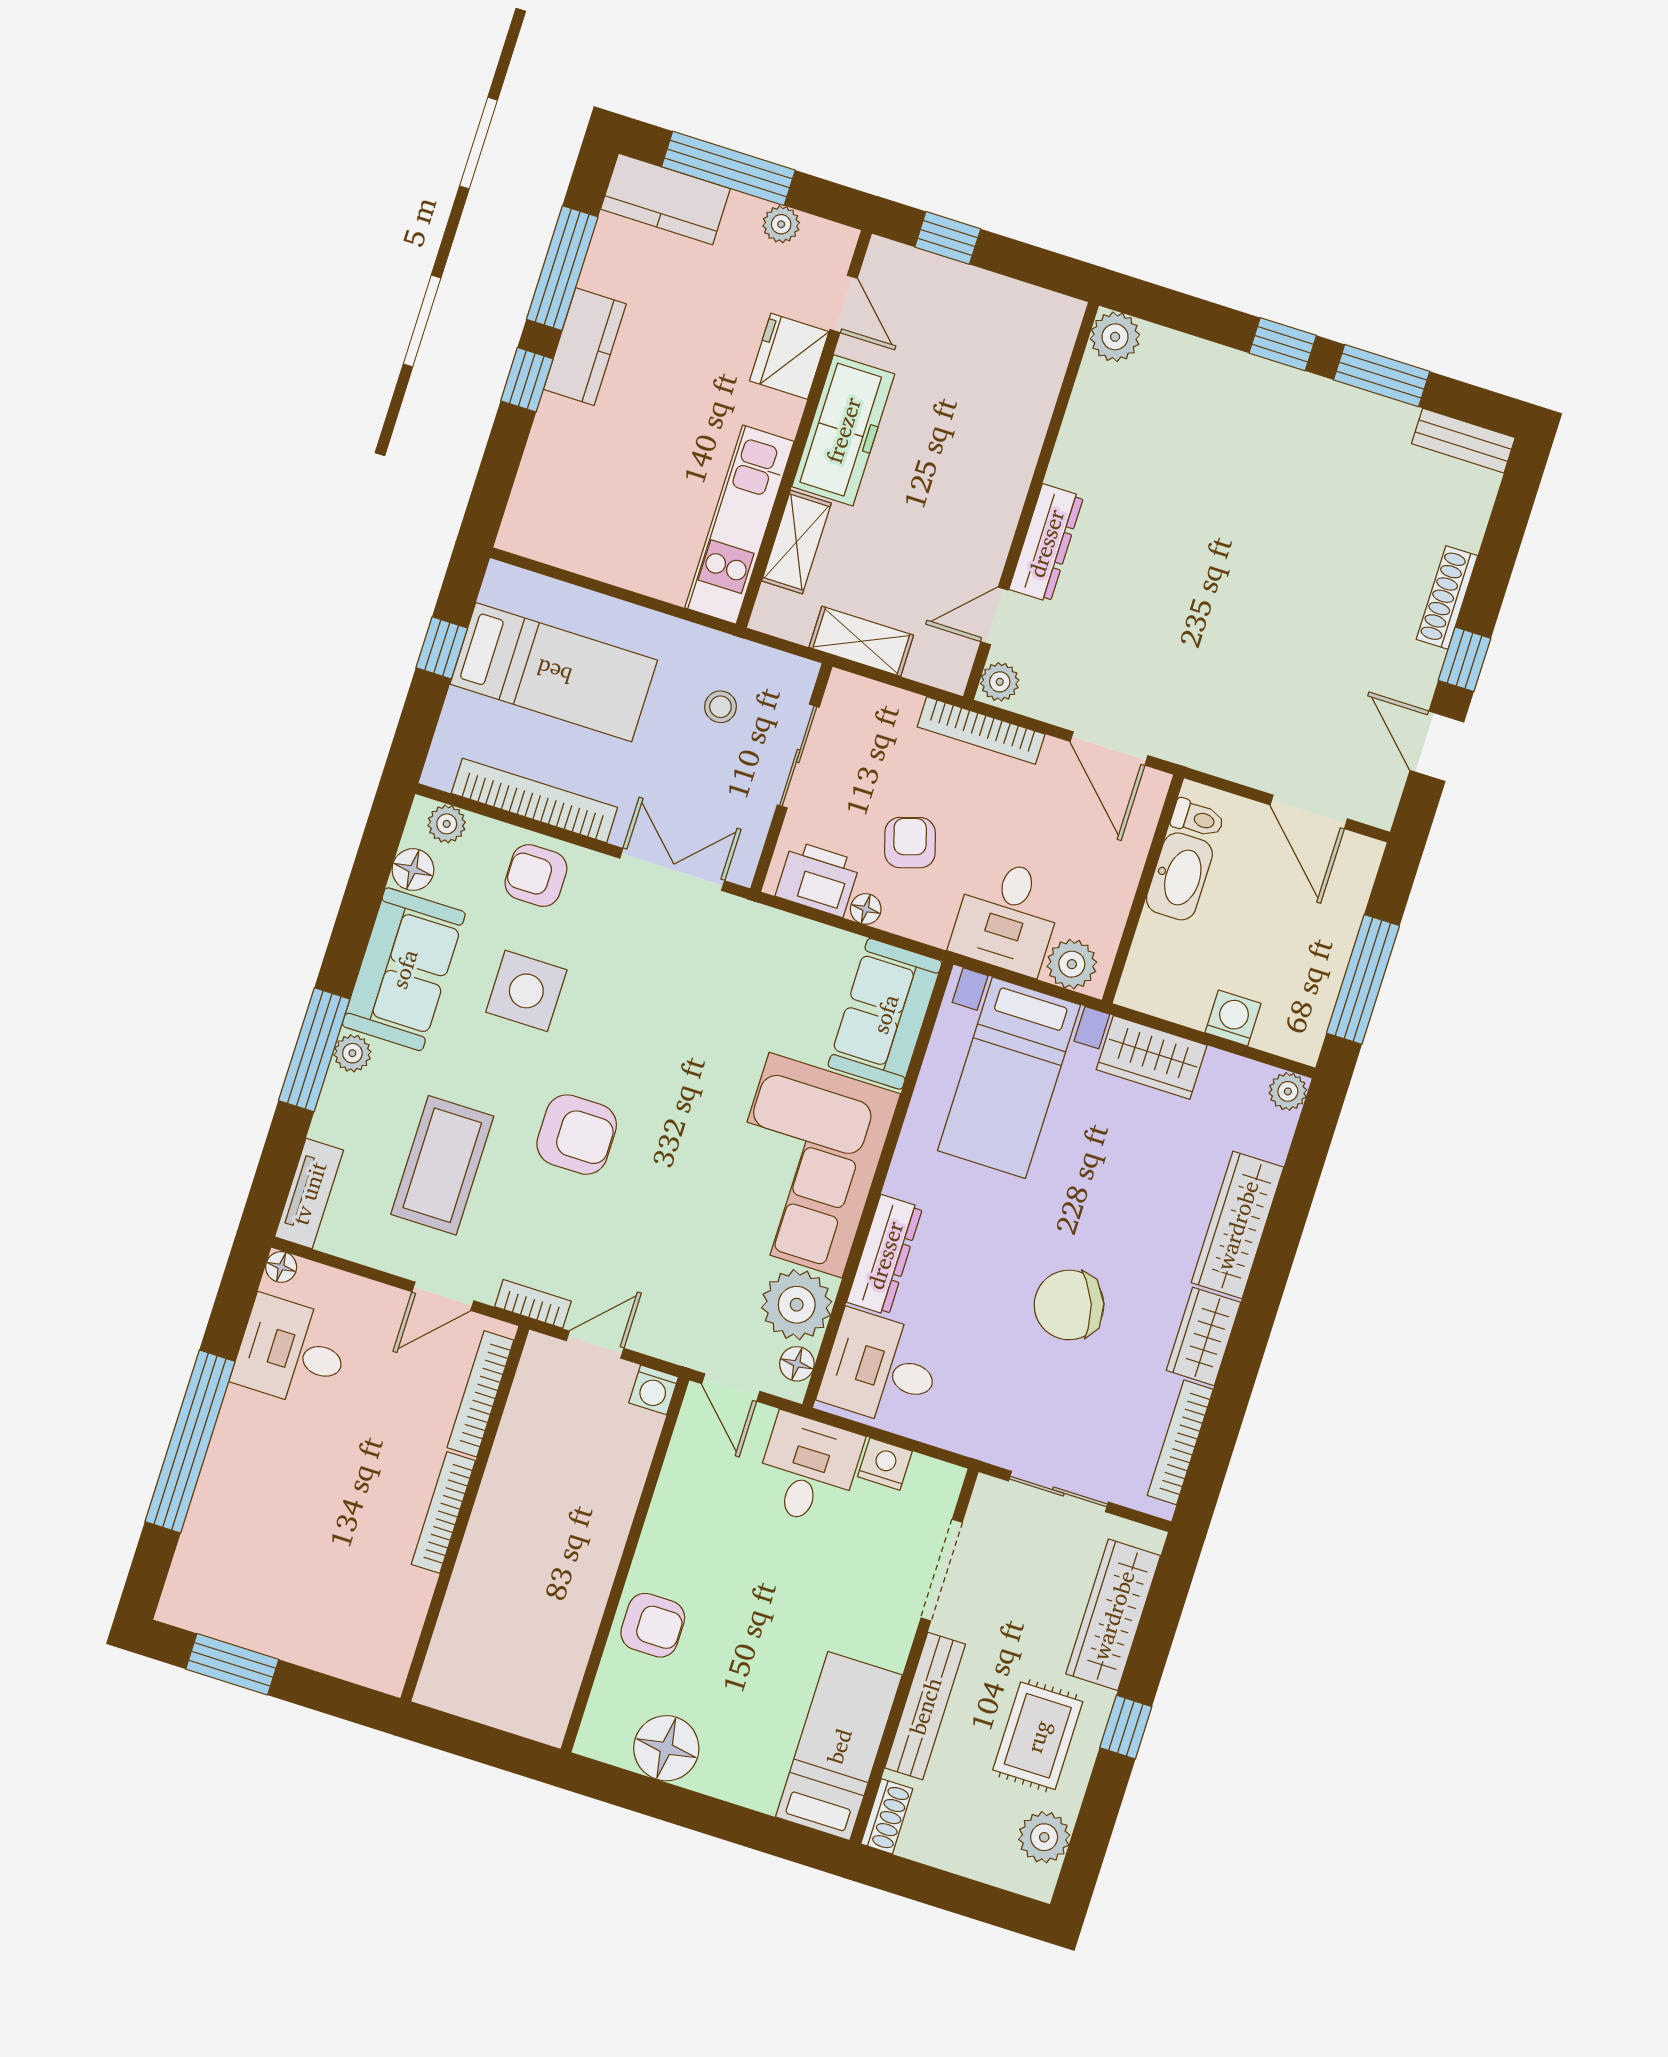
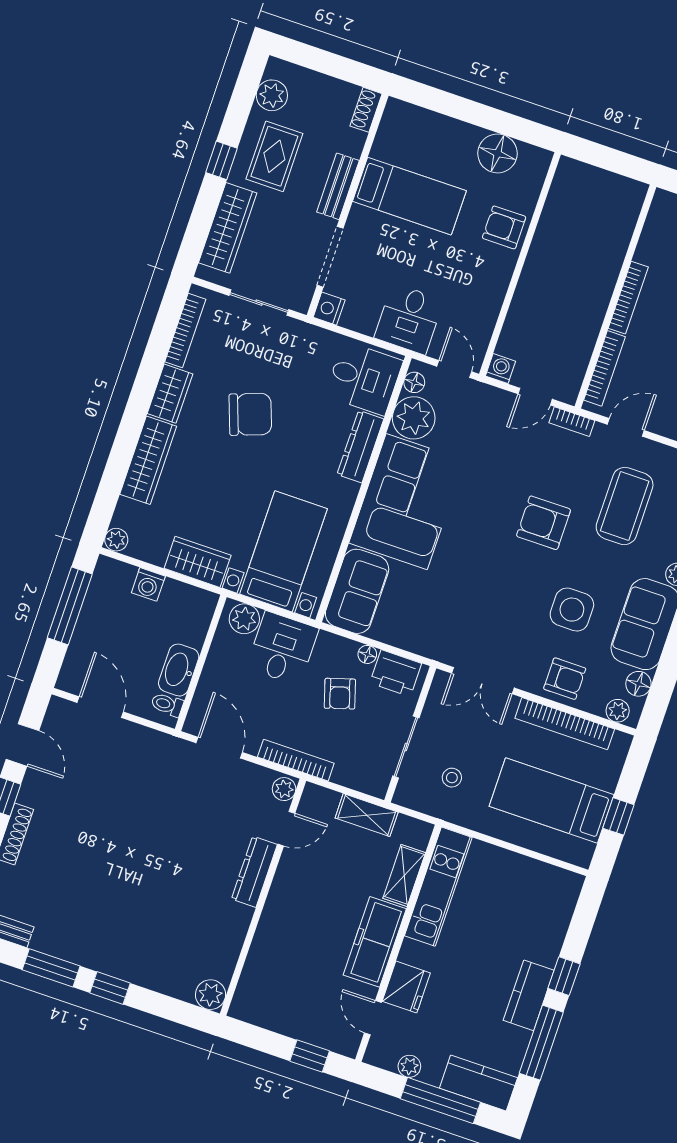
nightstand: (885, 1464) -> (329, 309), moved, turned 90
bench: (925, 1706) -> (338, 186), width x0.73
bed: (839, 1746) -> (409, 196), moved, turned -90

